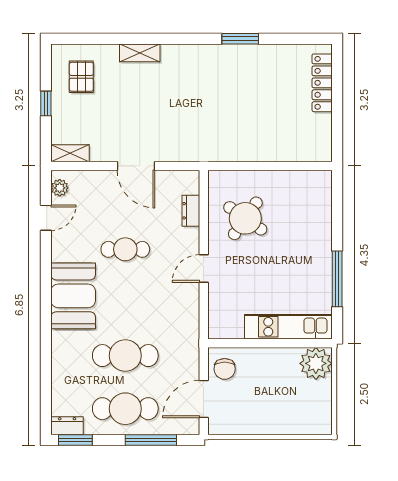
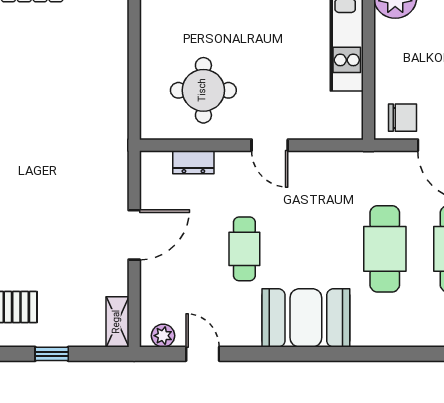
round table: (245, 218) -> (203, 90), turned -35

